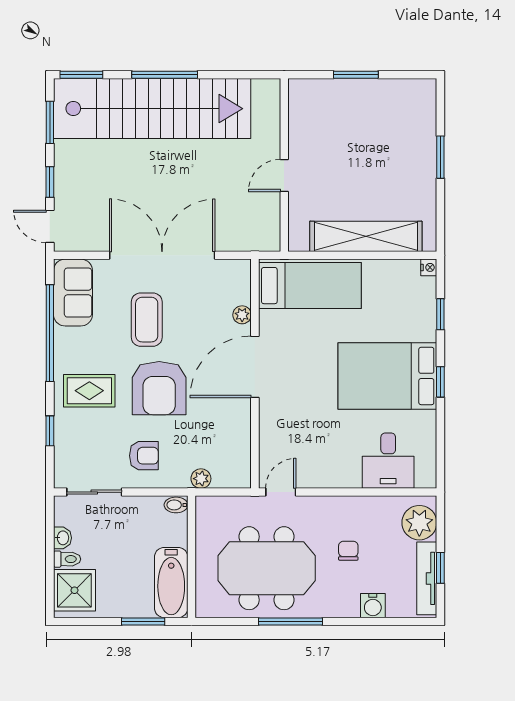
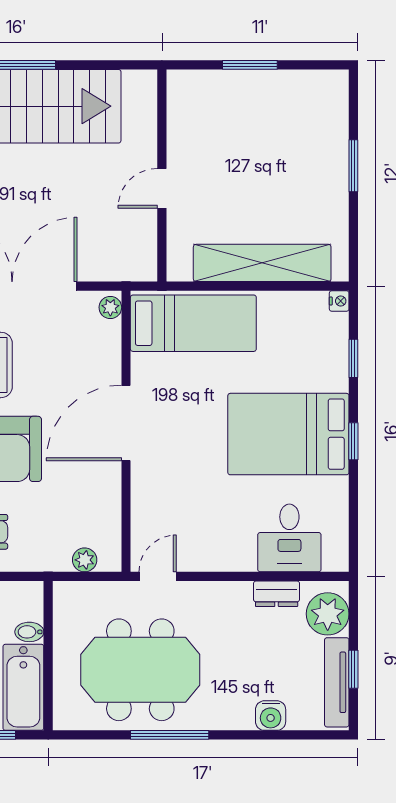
plant: (242, 315) -> (110, 307), moved
plant: (201, 479) -> (85, 560), moved
bidet: (176, 505) -> (29, 632), moved
dresser: (378, 506) -> (277, 594), added
chair: (348, 551) -> (241, 648), removed

